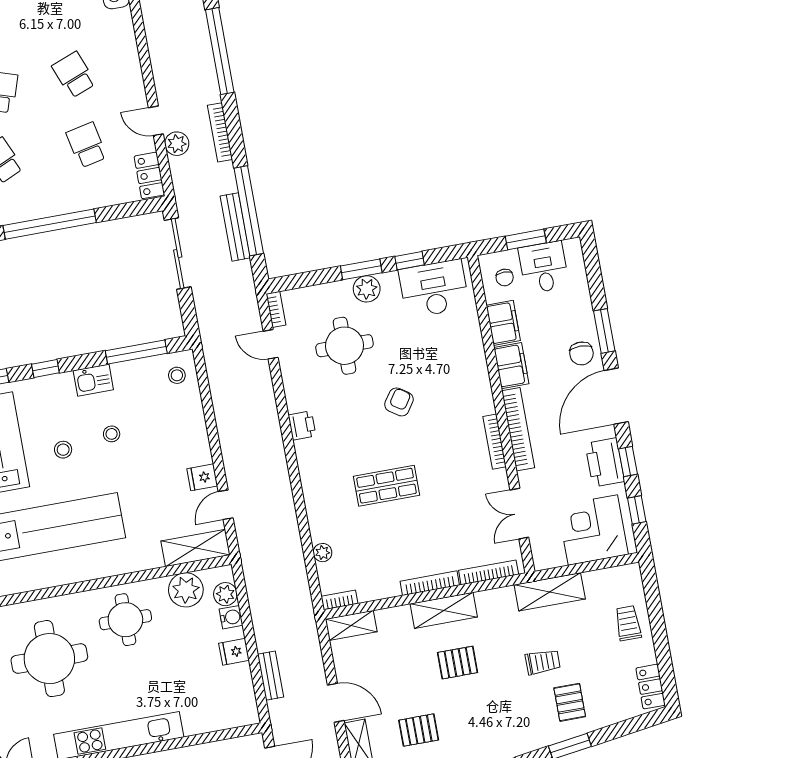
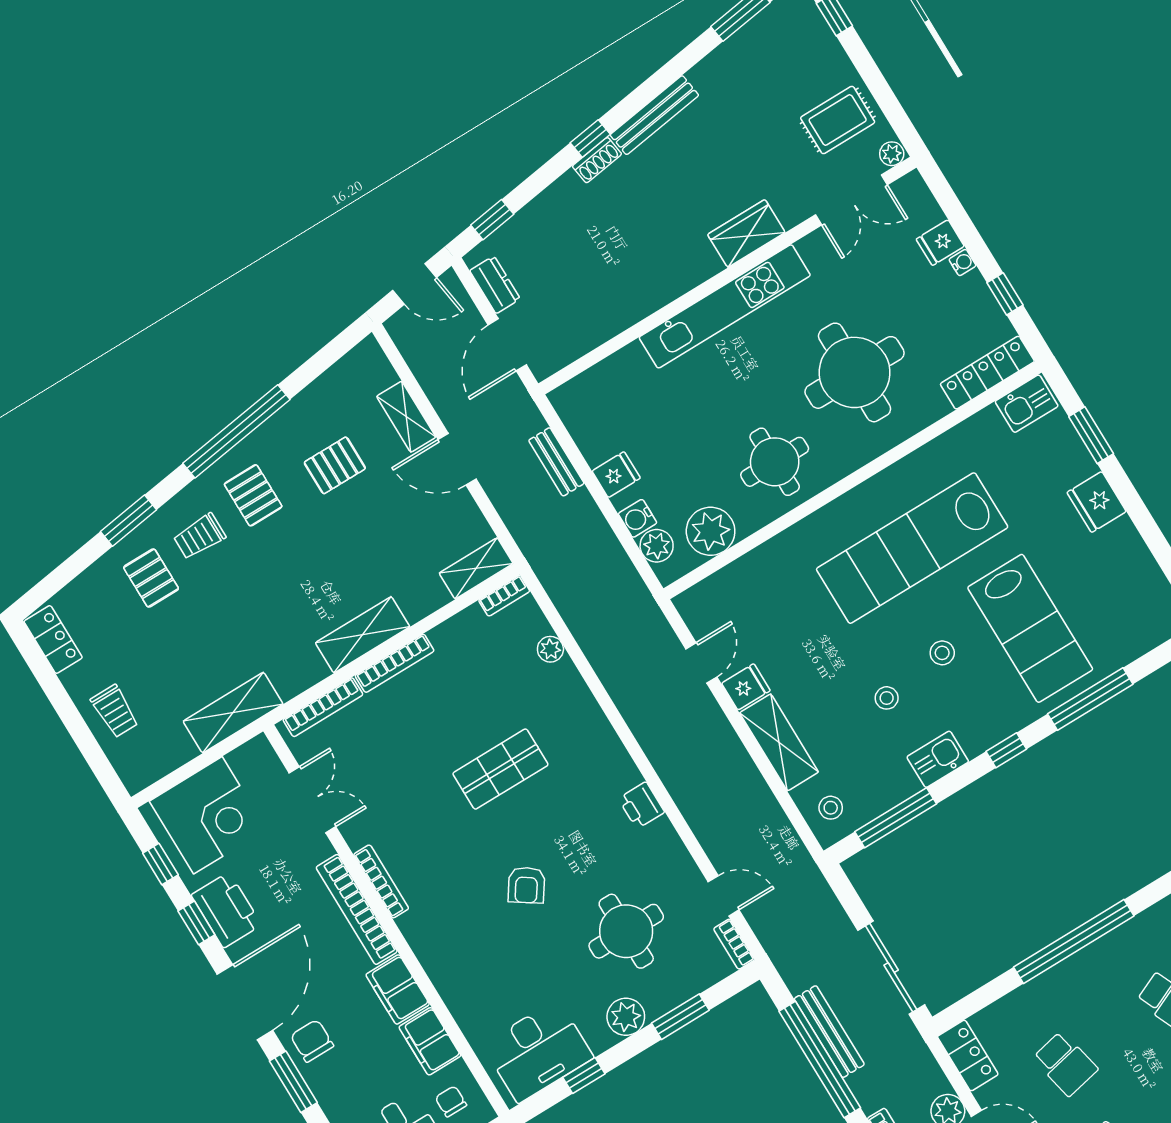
window: (361, 269) -> (680, 1017), moved
shelving: (196, 548) -> (779, 742), moved, turned 90
trolley: (543, 662) -> (200, 536), moved
pallet: (458, 663) -> (253, 495), moved, turned 90

